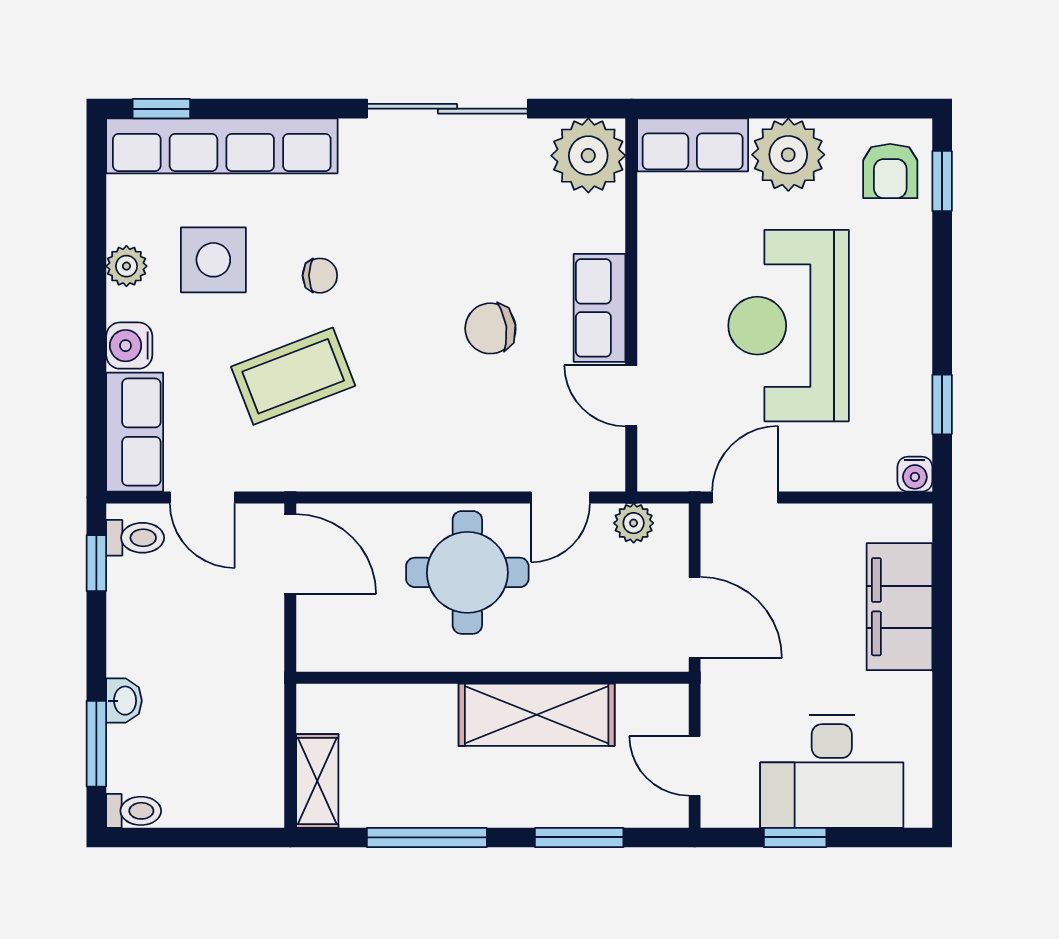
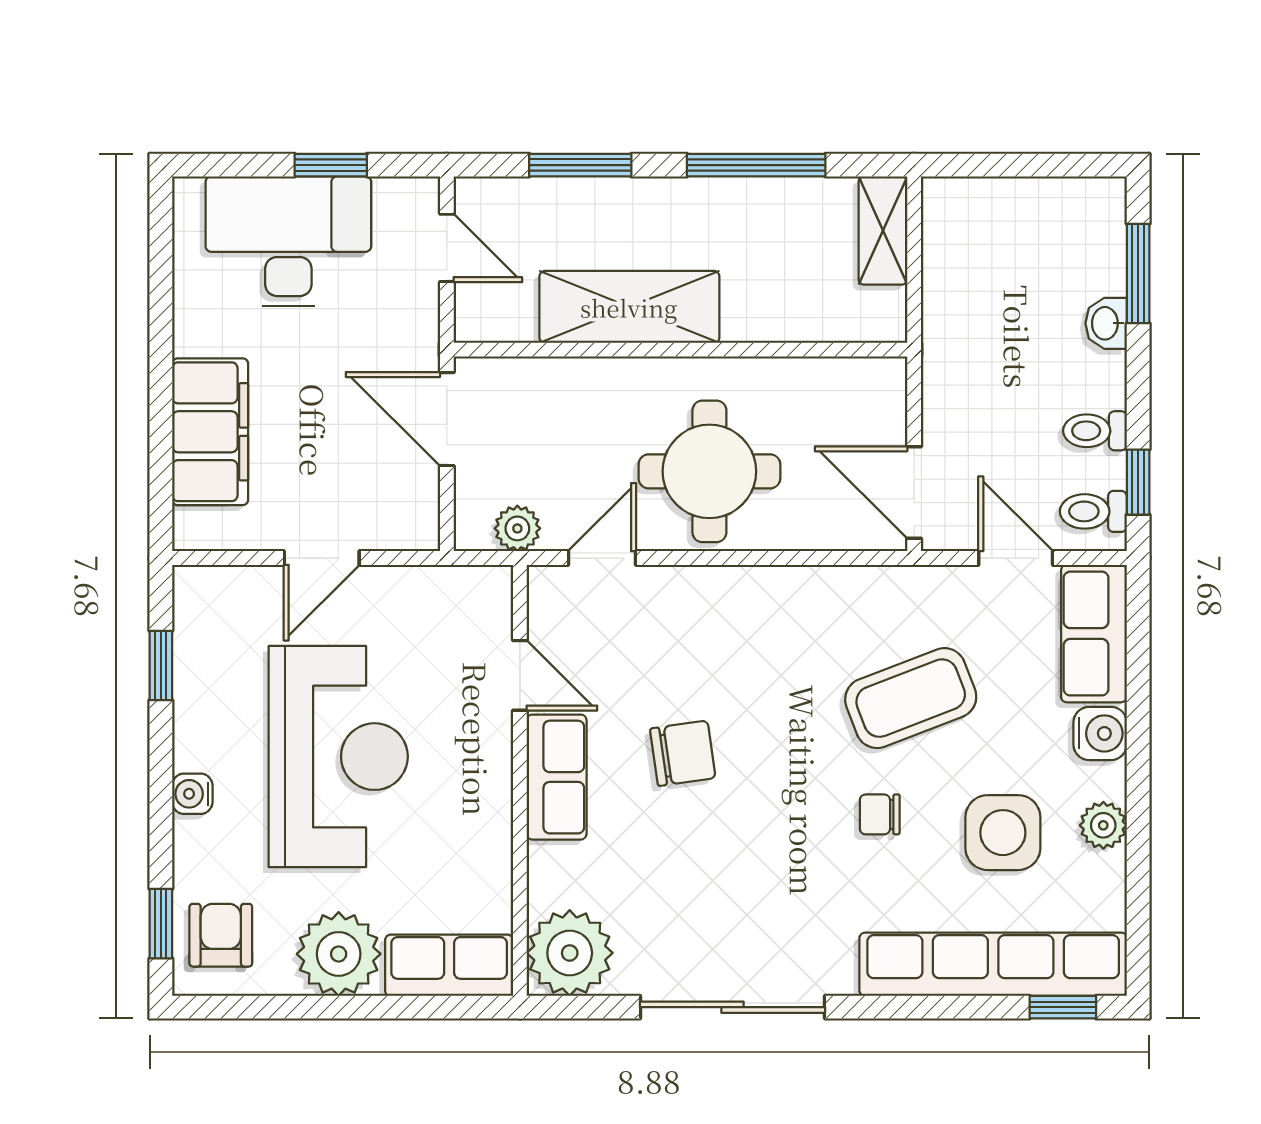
water cooler: (915, 474) -> (192, 794), moved, turned -90
door: (745, 497) -> (322, 558), moved
toilet: (134, 811) -> (1095, 431), moved

